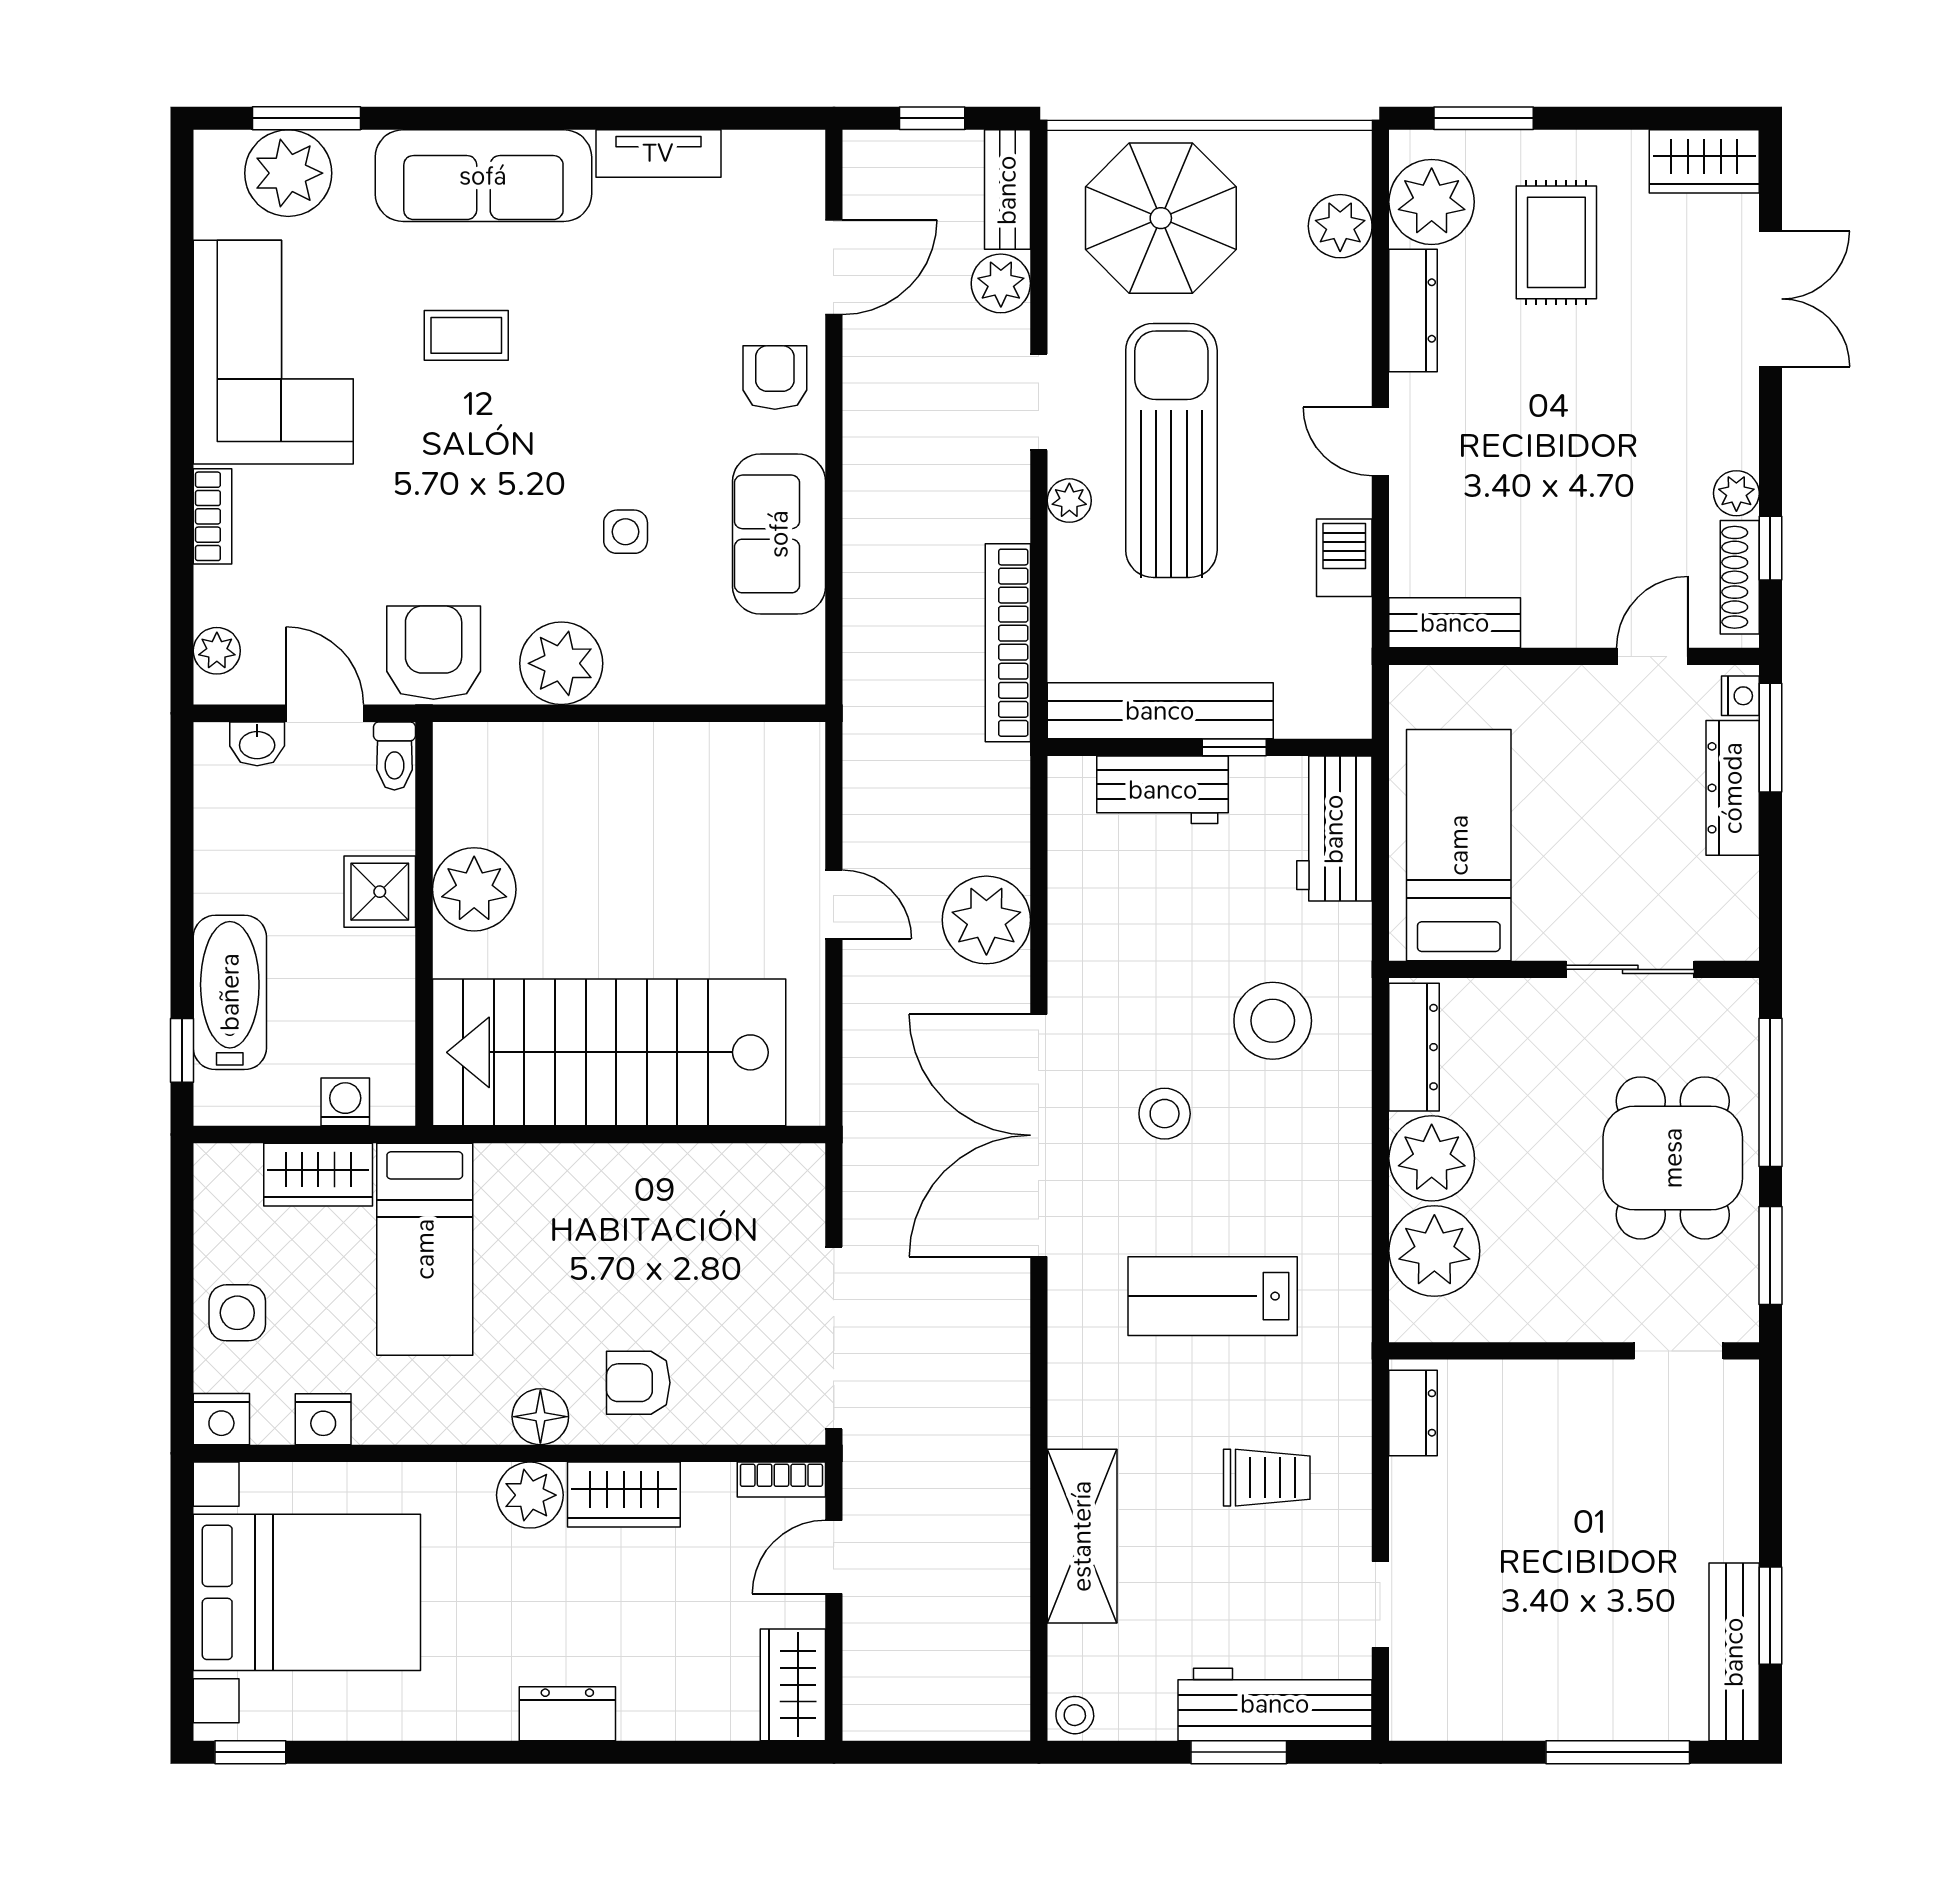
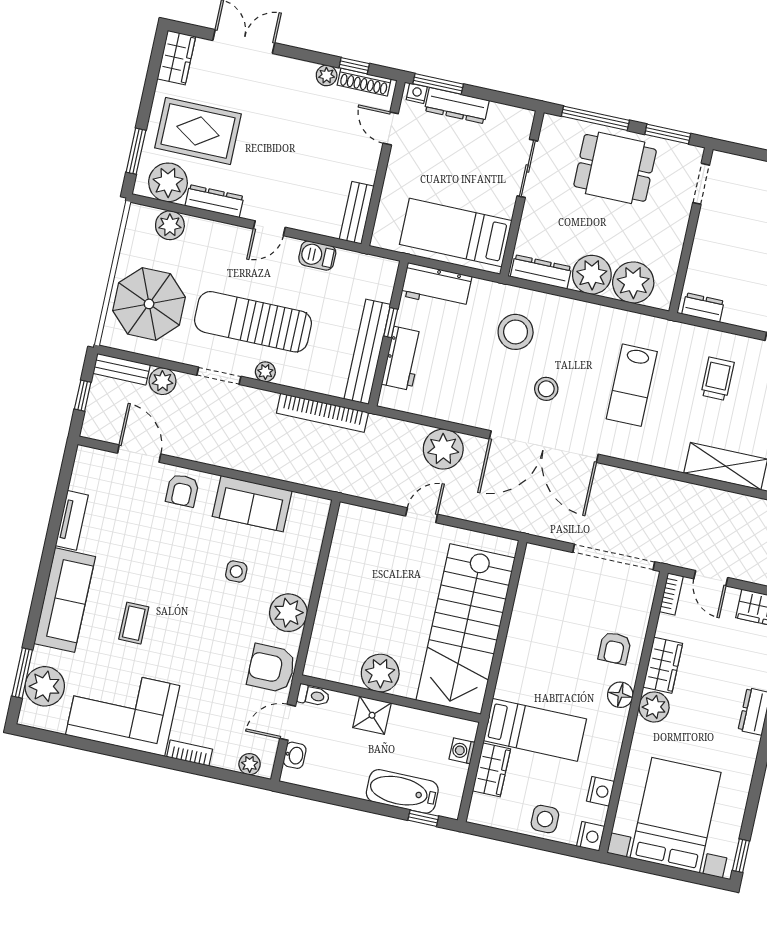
rug: (1556, 242) -> (198, 131), width x1.36, depth x1.43
armchair: (775, 377) -> (182, 490), turned -90

